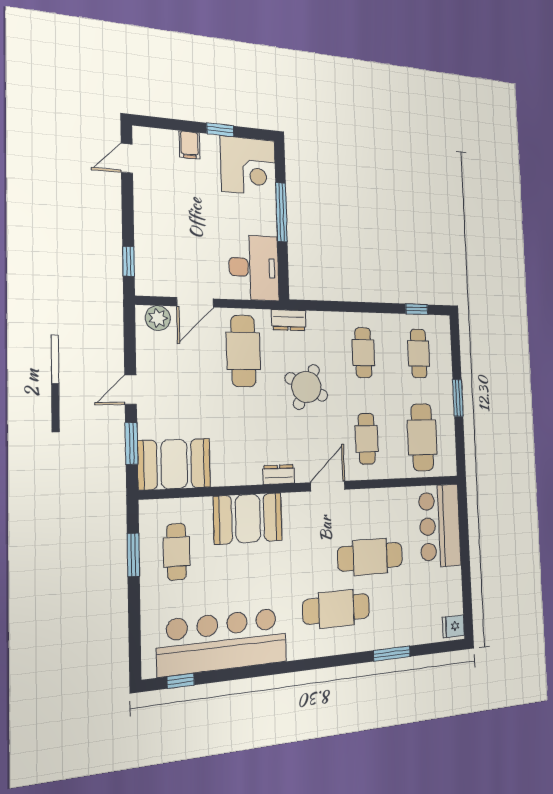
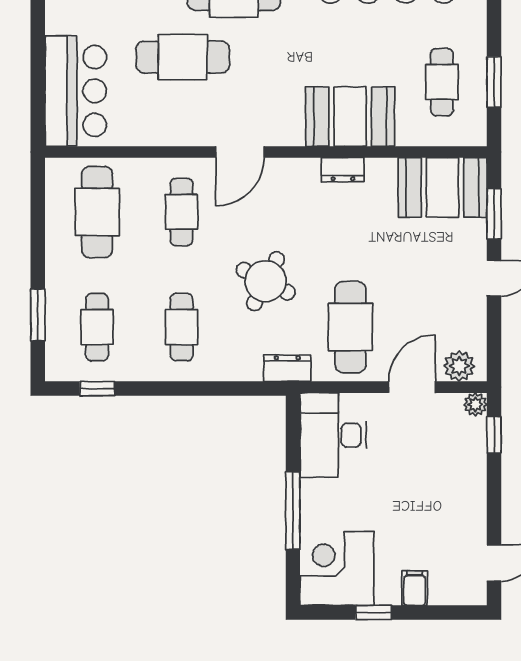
plant: (144, 287) -> (475, 404), added
window: (458, 398) -> (38, 315), moved
dresser: (279, 474) -> (343, 170), moved

